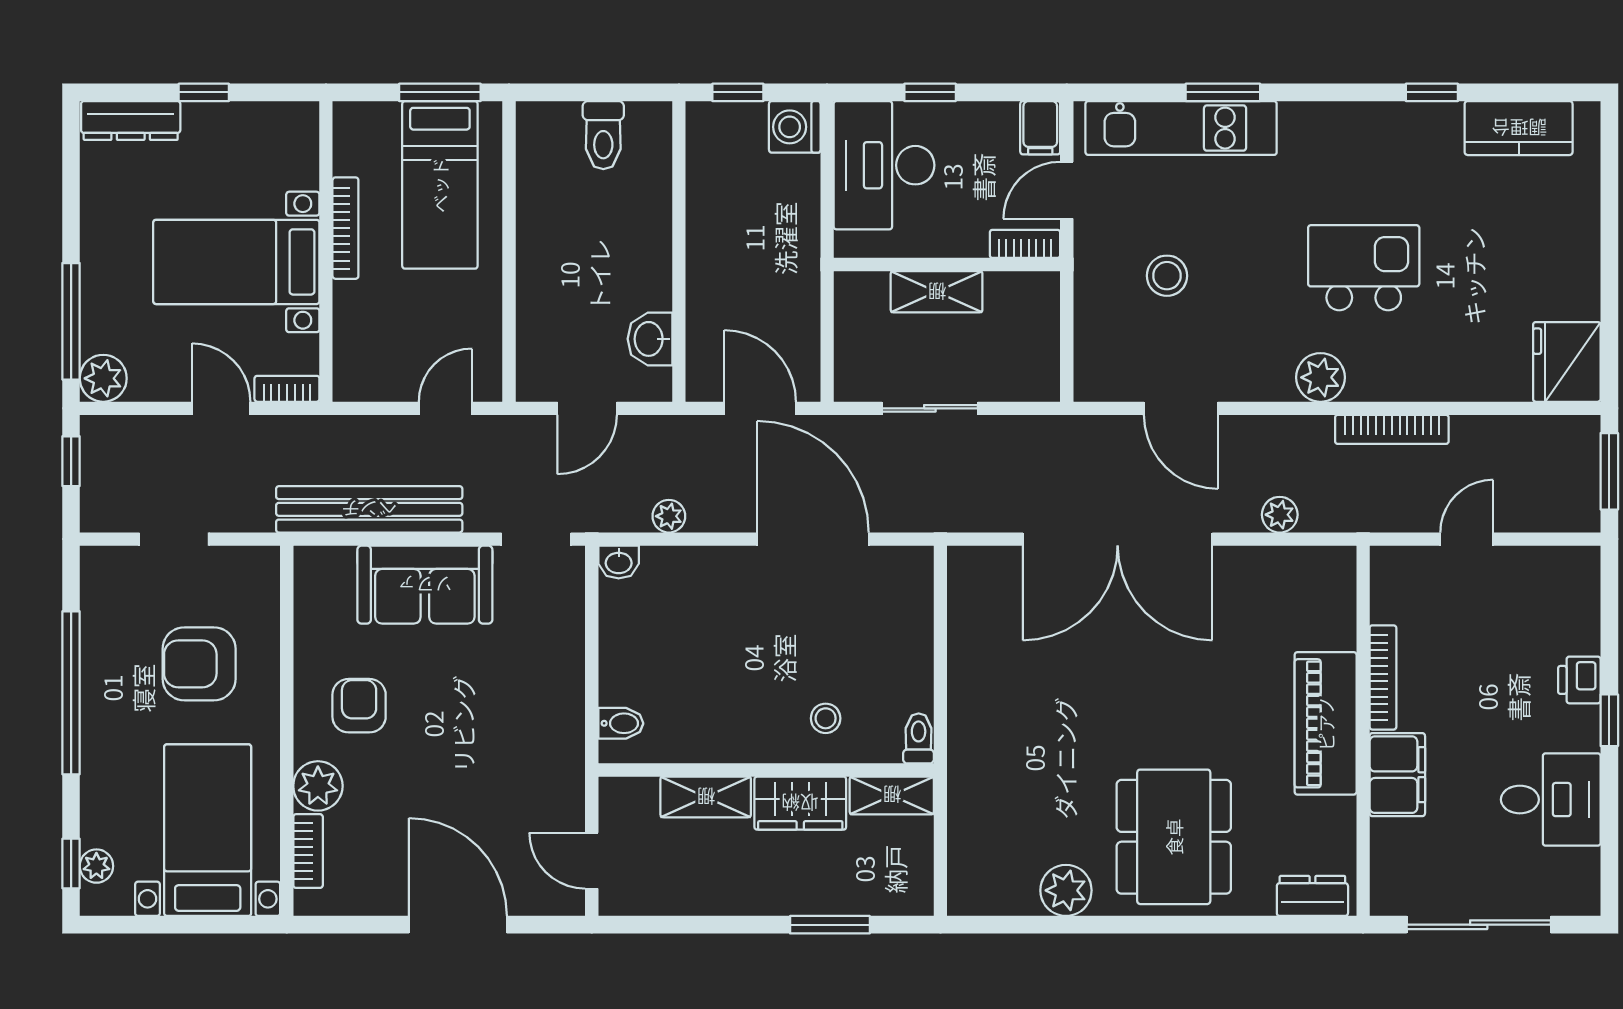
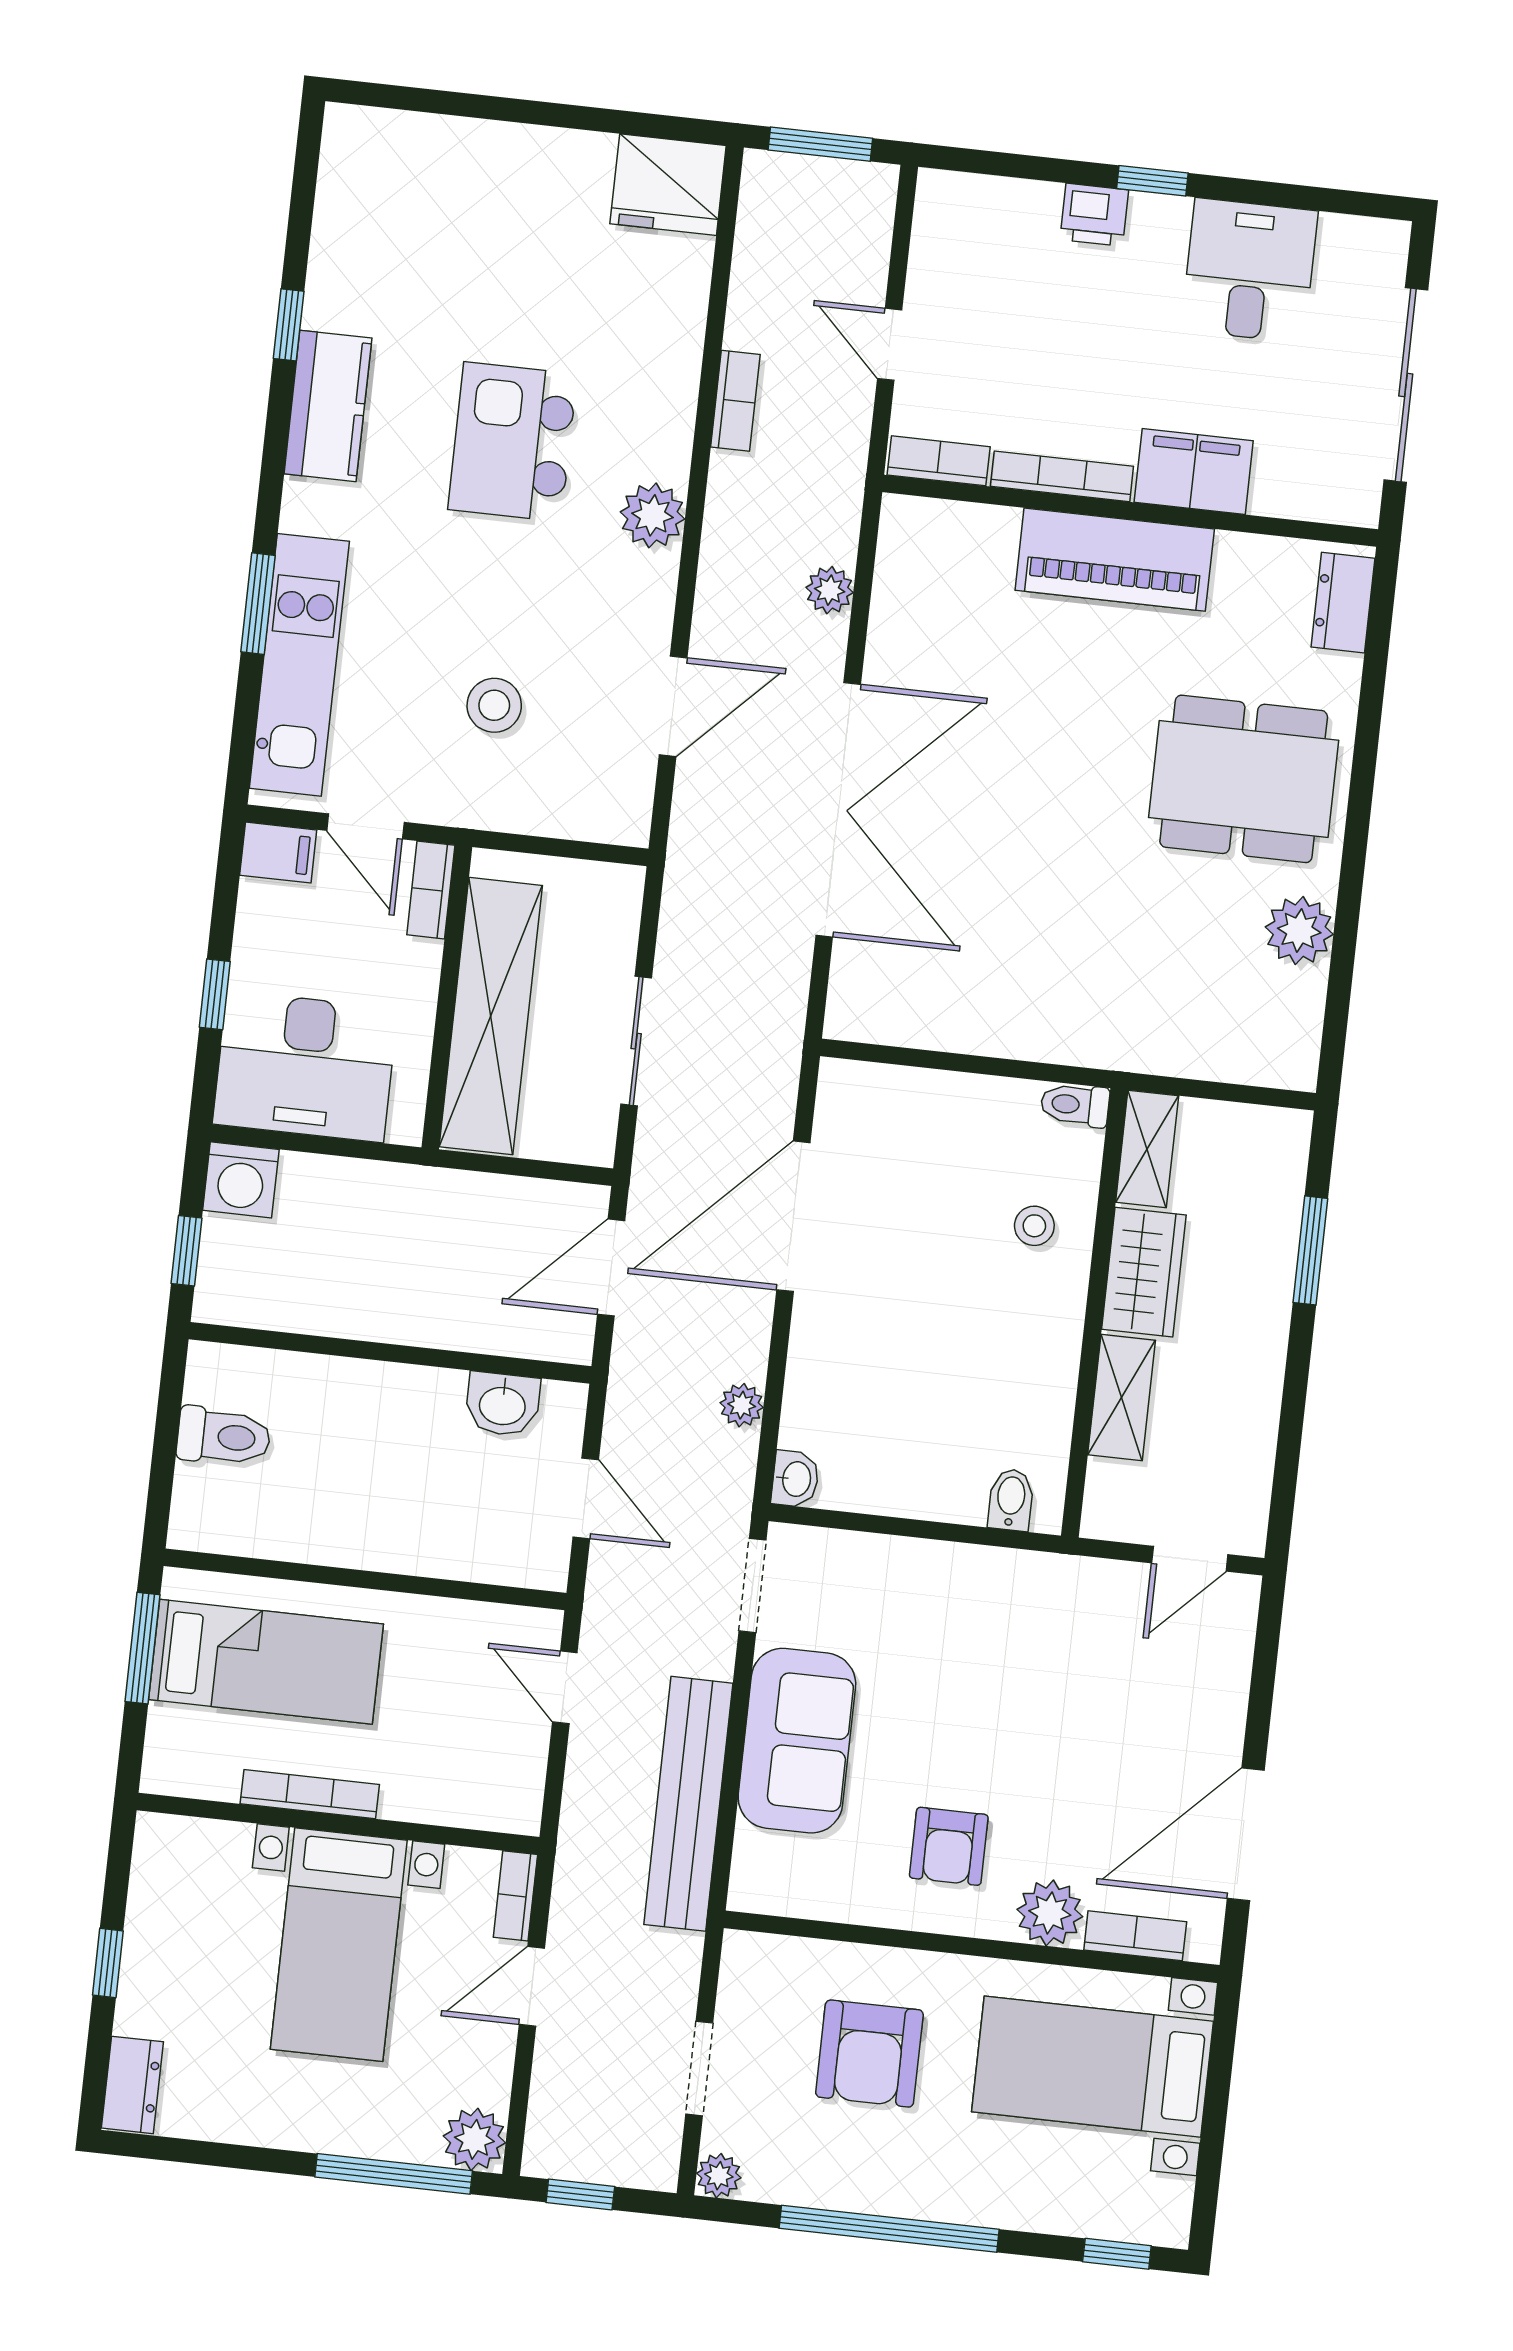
dresser: (131, 121) -> (132, 2085), width x0.70
kitchen counter: (1519, 128) -> (328, 406), moved
shelving: (937, 292) -> (491, 1016), width x2.20, depth x1.33
bookcase: (1392, 429) -> (735, 401), width x0.64
bookcase: (1384, 585) -> (939, 461), added
armchair: (359, 706) -> (949, 1846), turned -90
plant: (96, 866) -> (719, 2176), moved
door: (458, 925) -> (1246, 1834), moved

